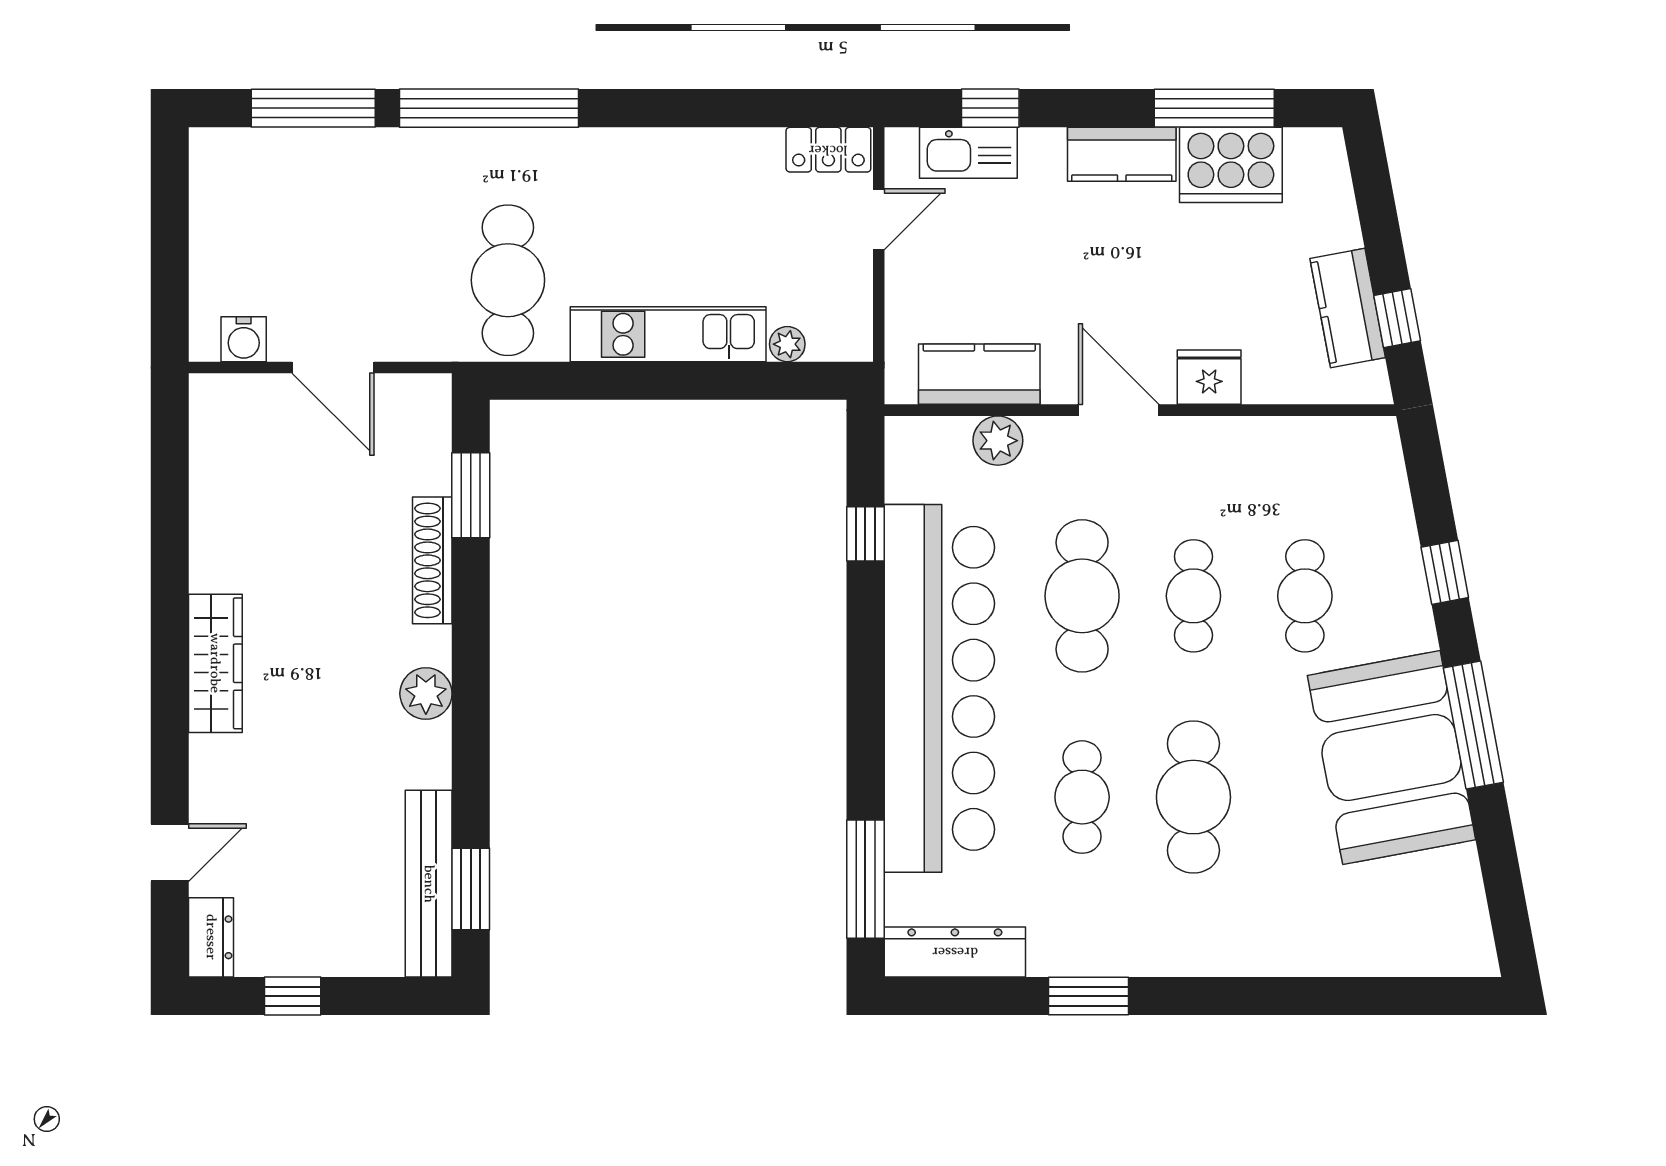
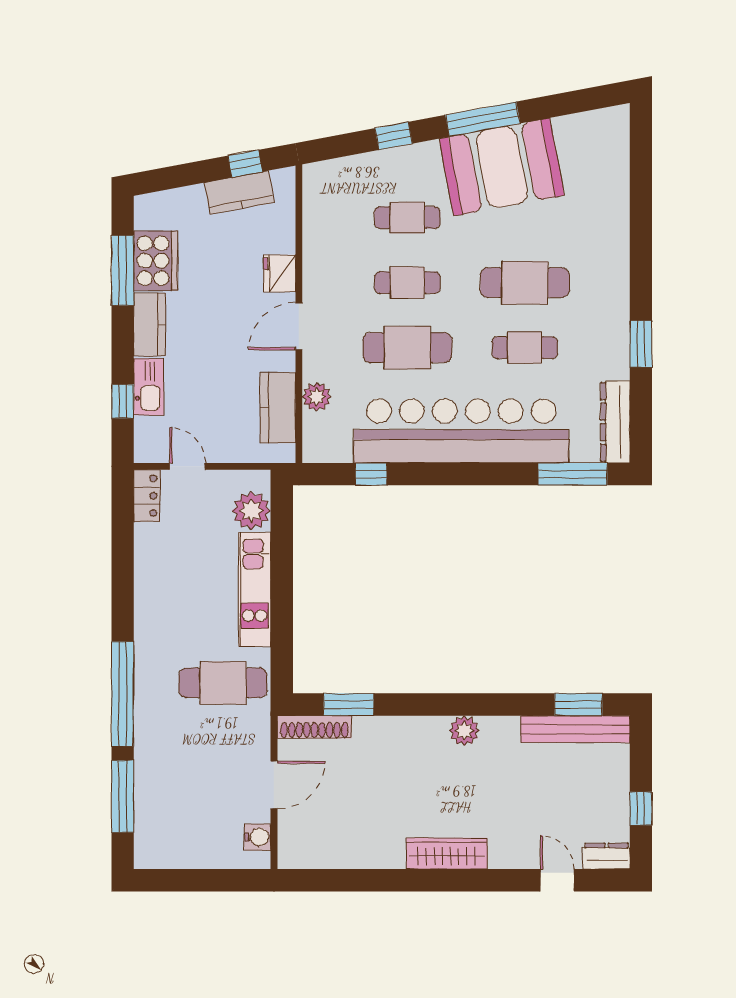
kitchen sink: (968, 153) -> (149, 387), moved
plant: (787, 344) -> (251, 511), width x1.87, depth x1.87
shoe rack: (432, 560) -> (314, 727), moved

